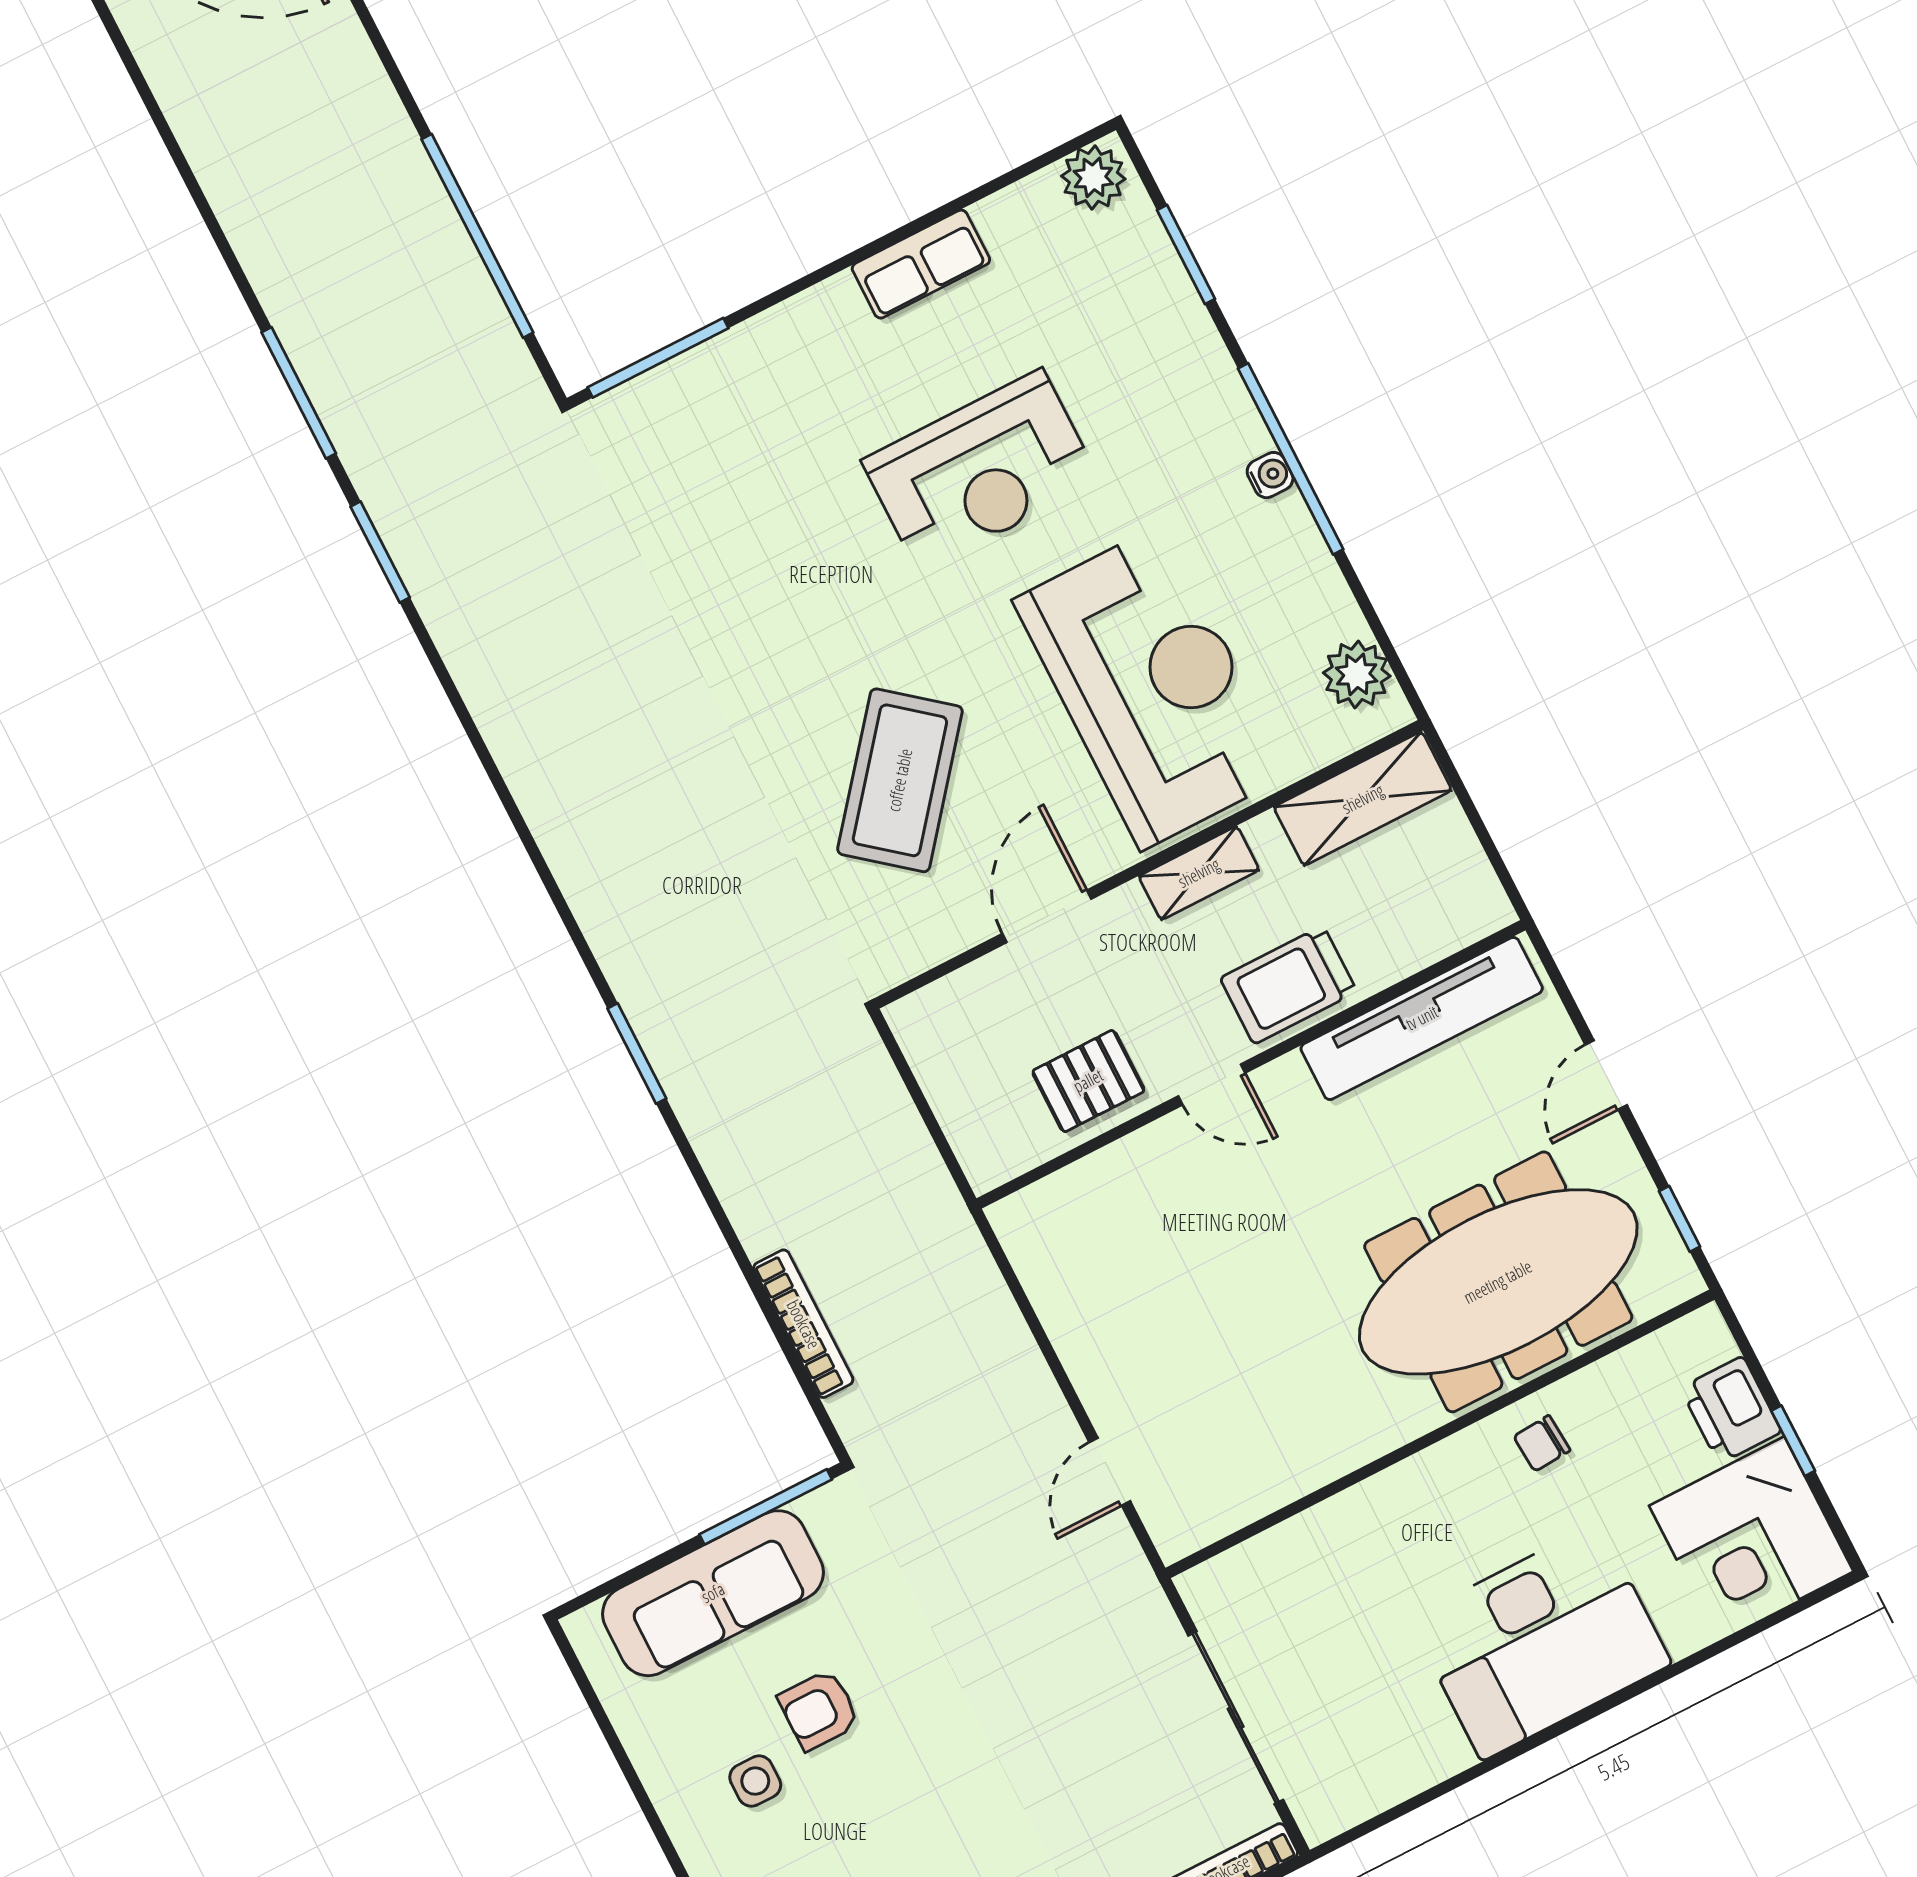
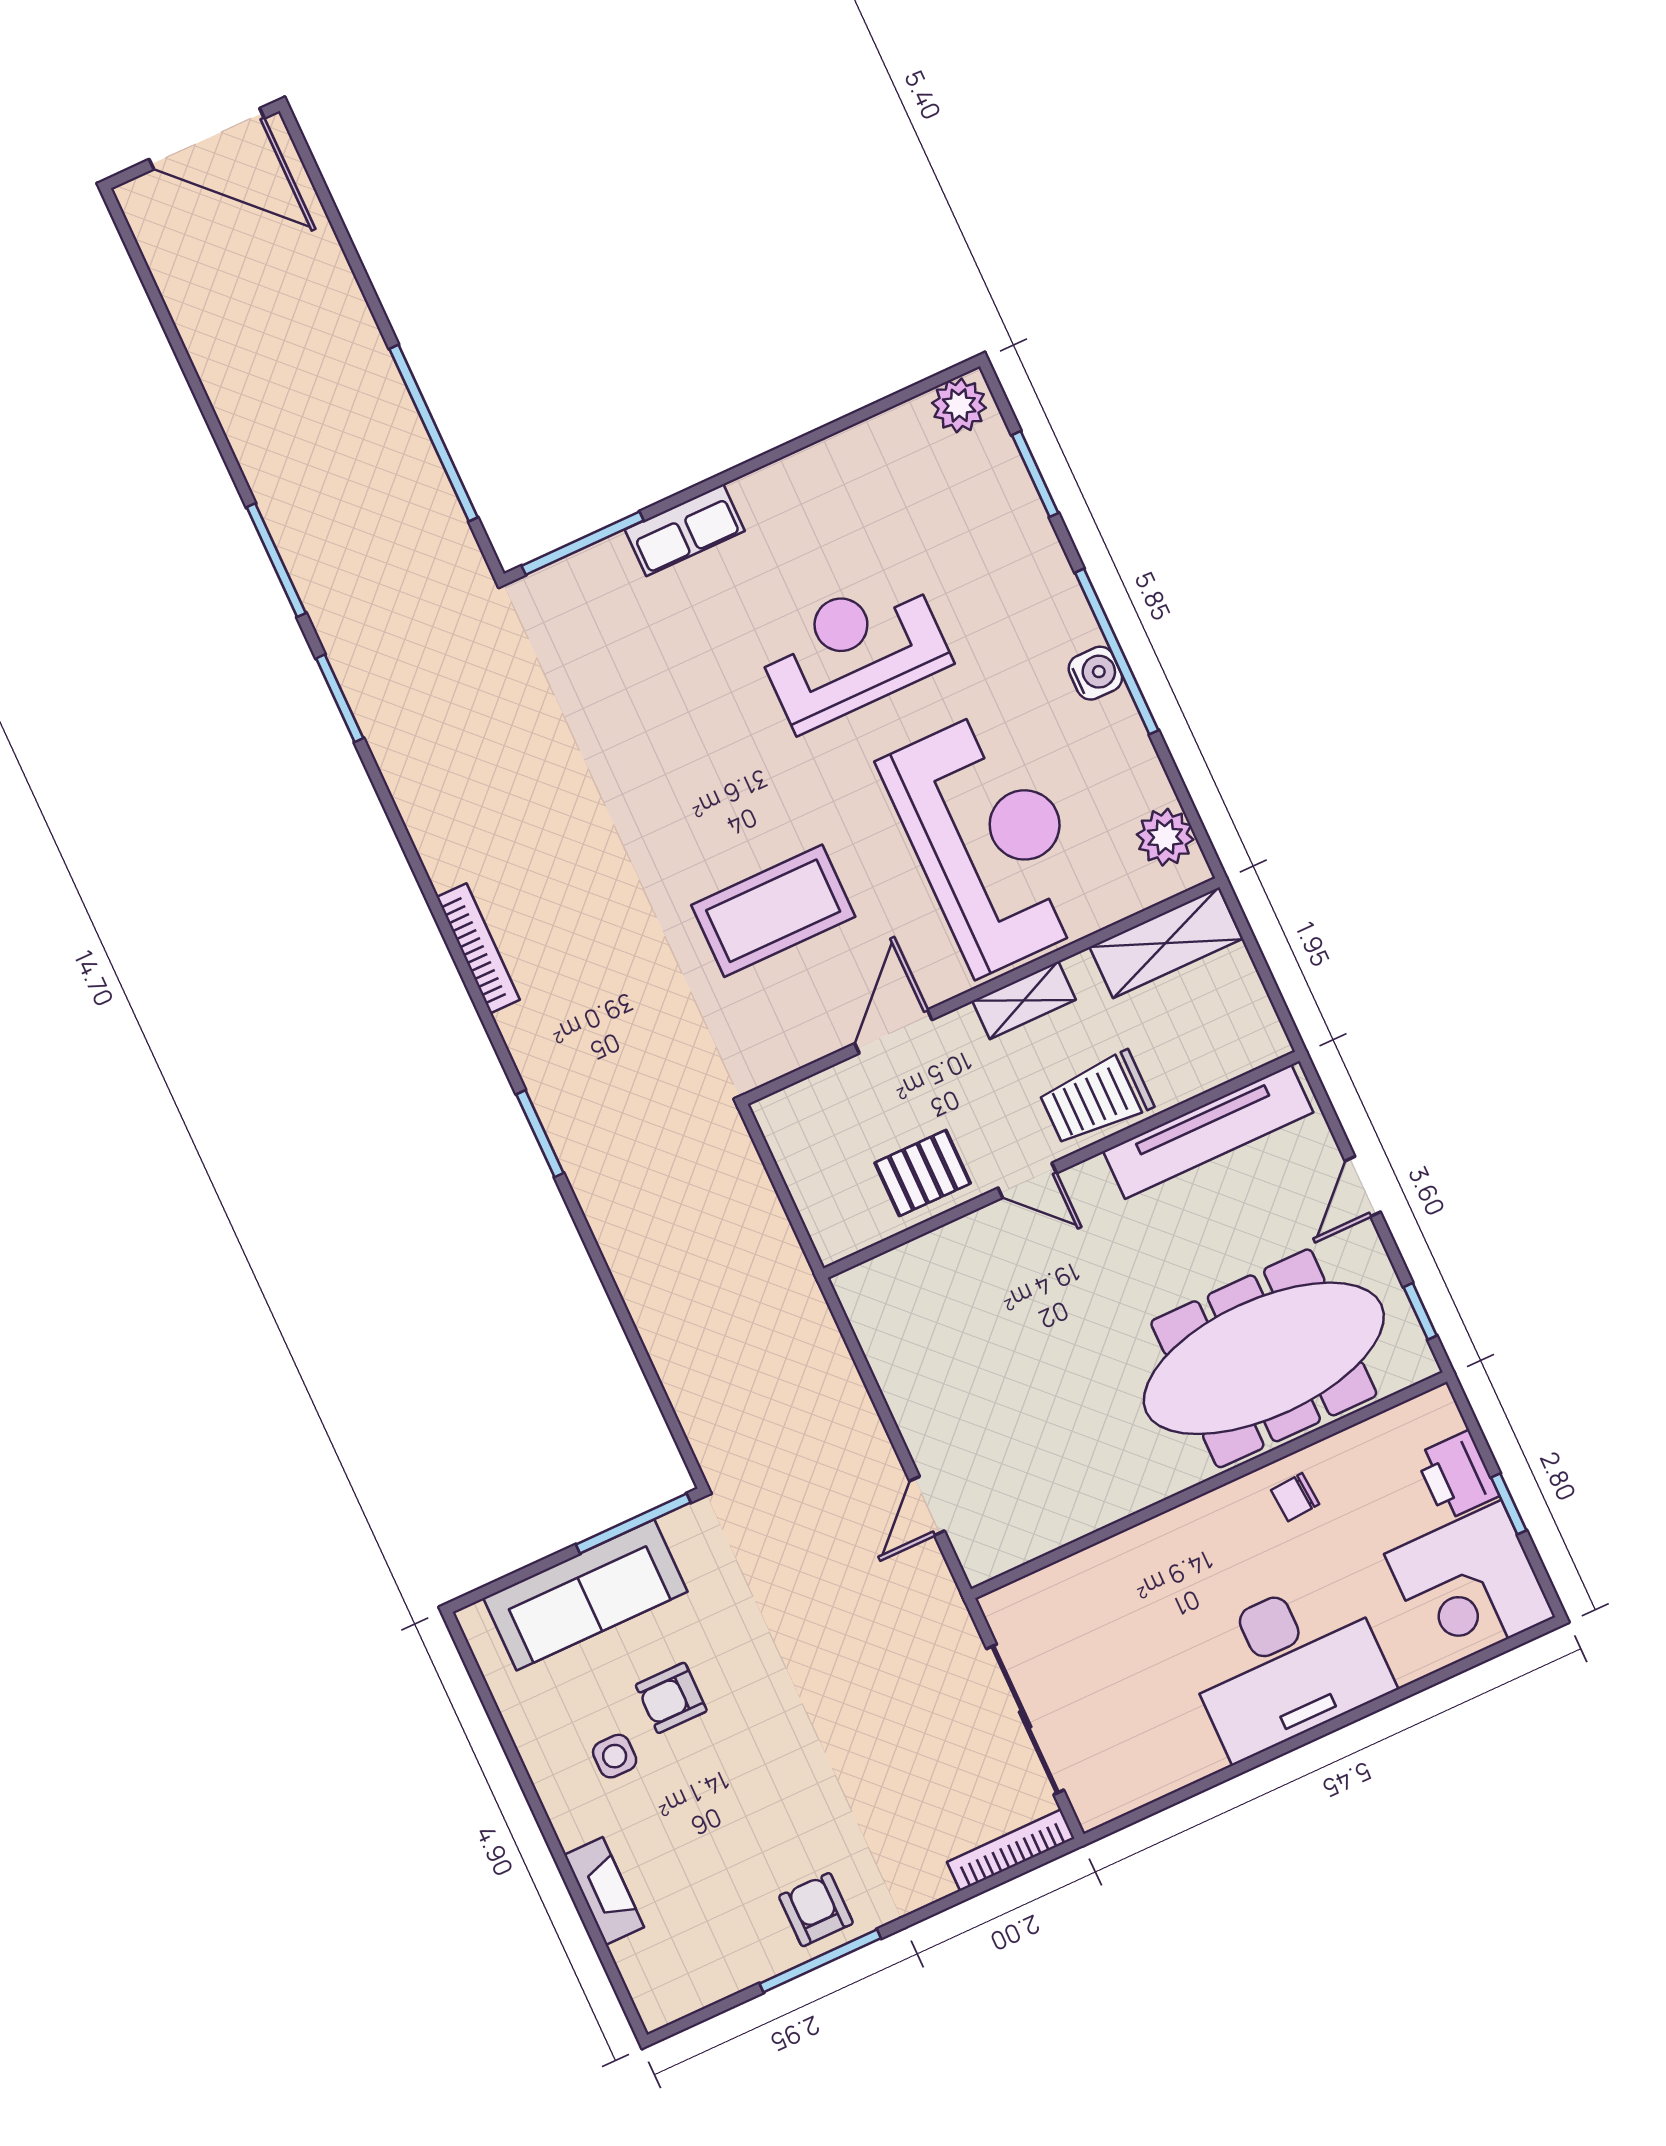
row of seats: (921, 264) -> (685, 530), moved
reception desk: (981, 471) -> (853, 651), turned 180
water cooler: (1270, 475) -> (1095, 673), width x1.38, depth x1.38
coffee table: (900, 780) -> (773, 911), turned 51
bookcase: (803, 1324) -> (478, 948), moved

